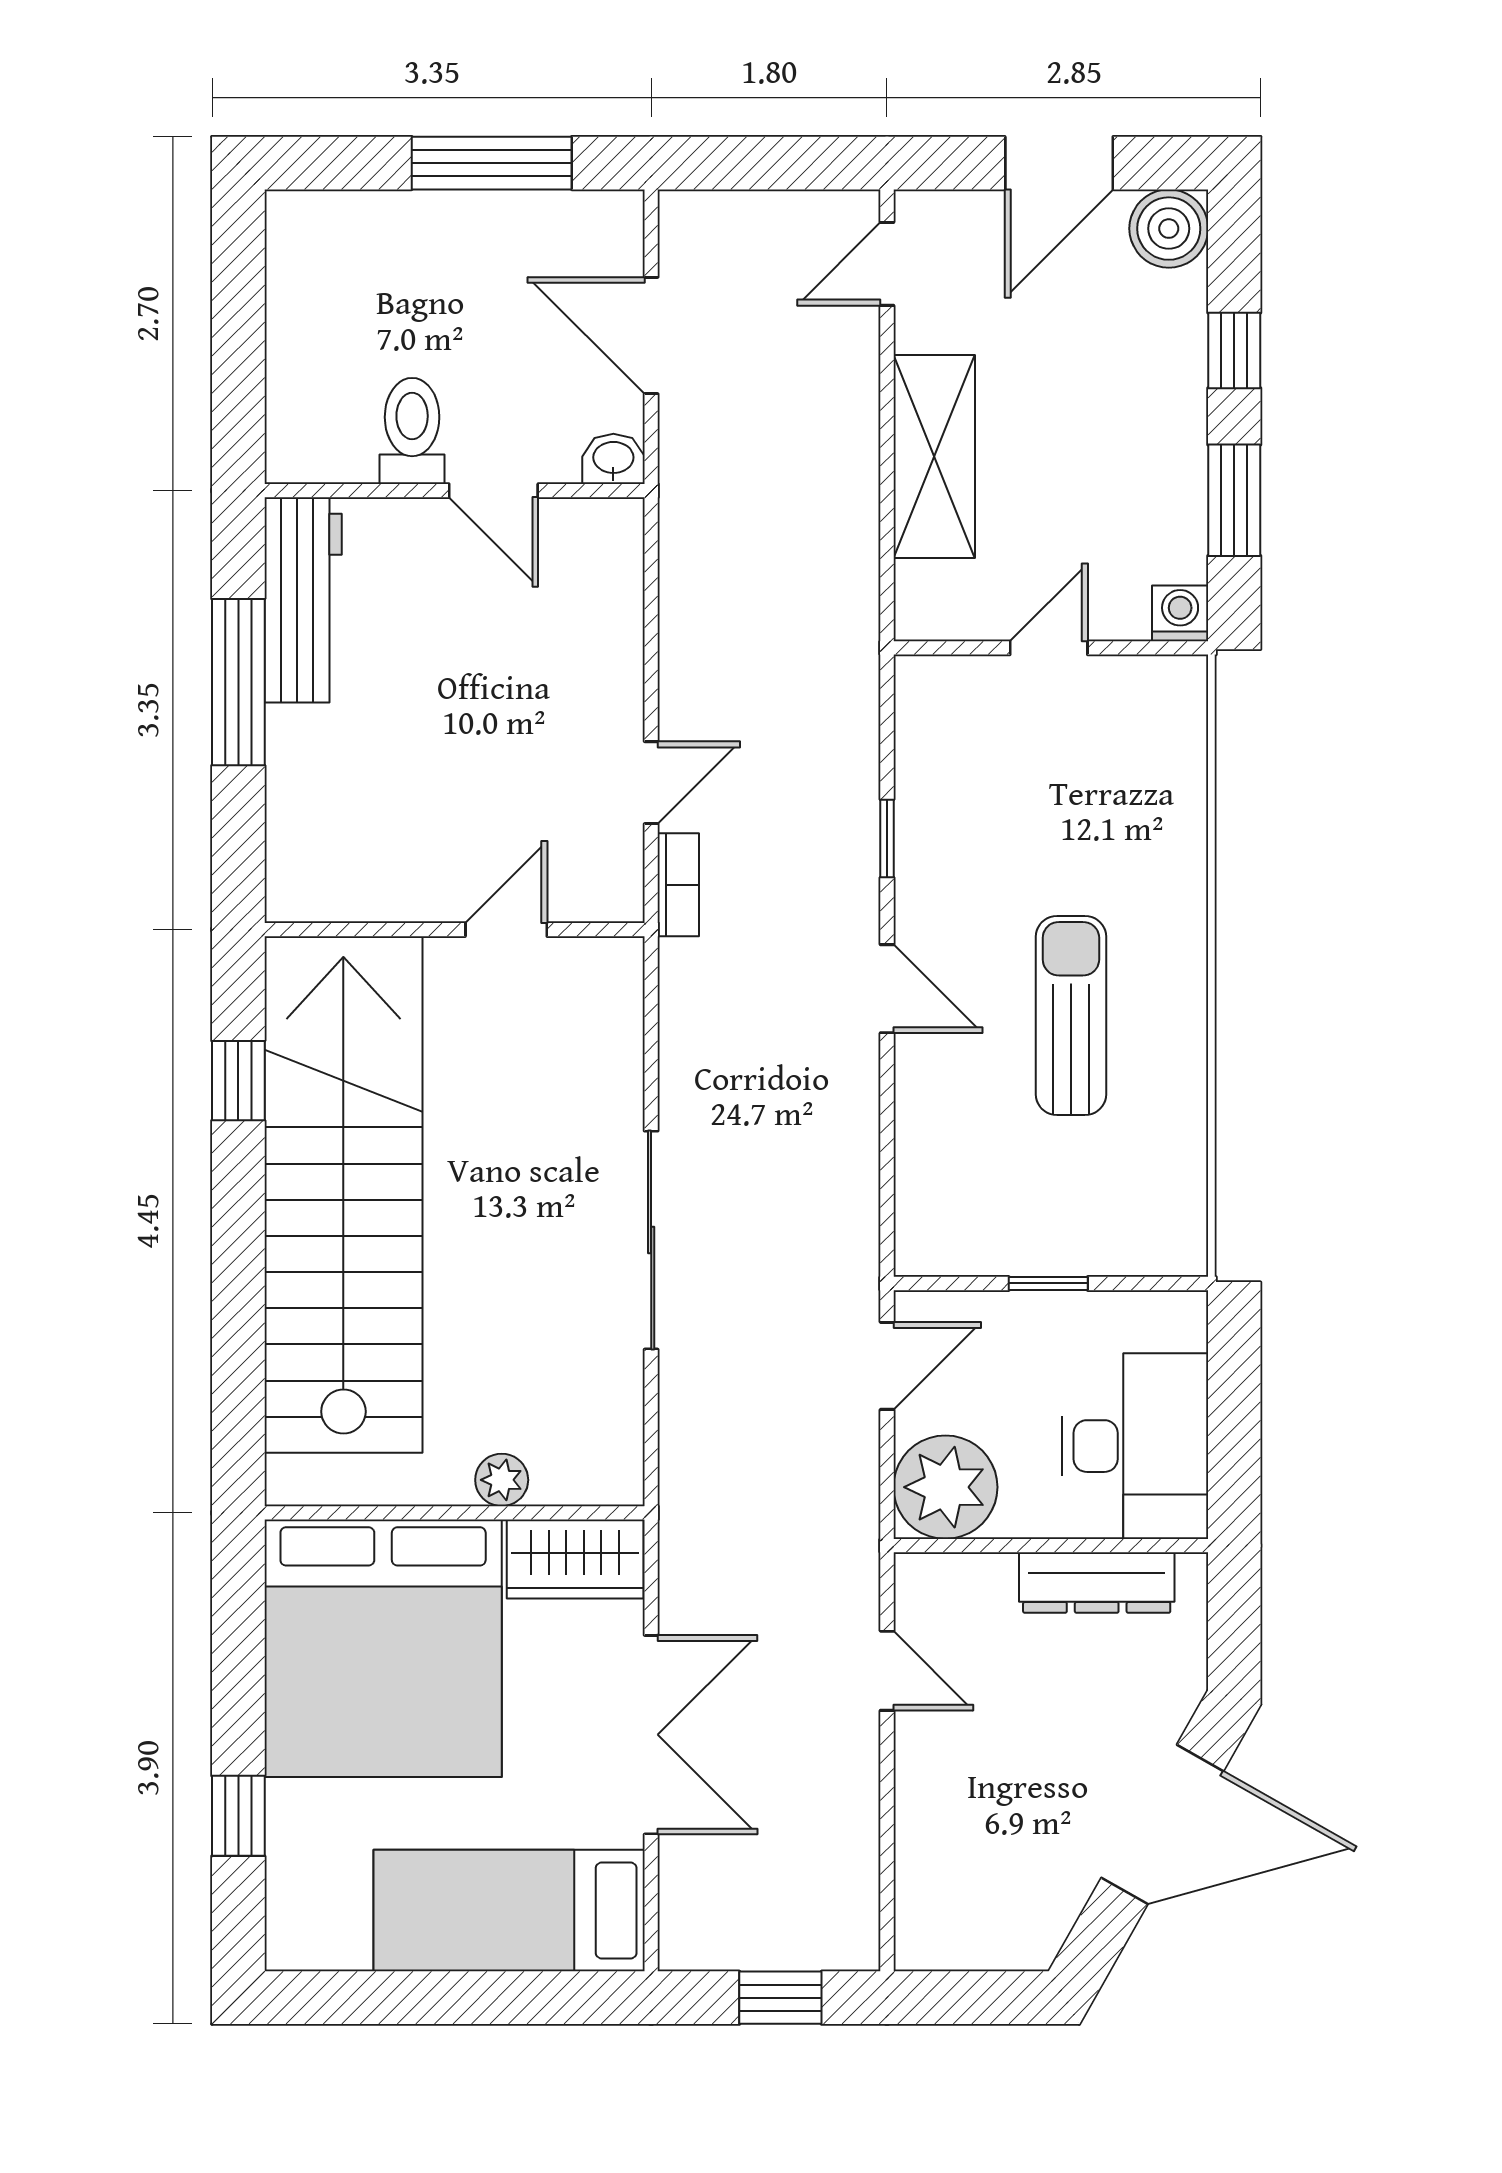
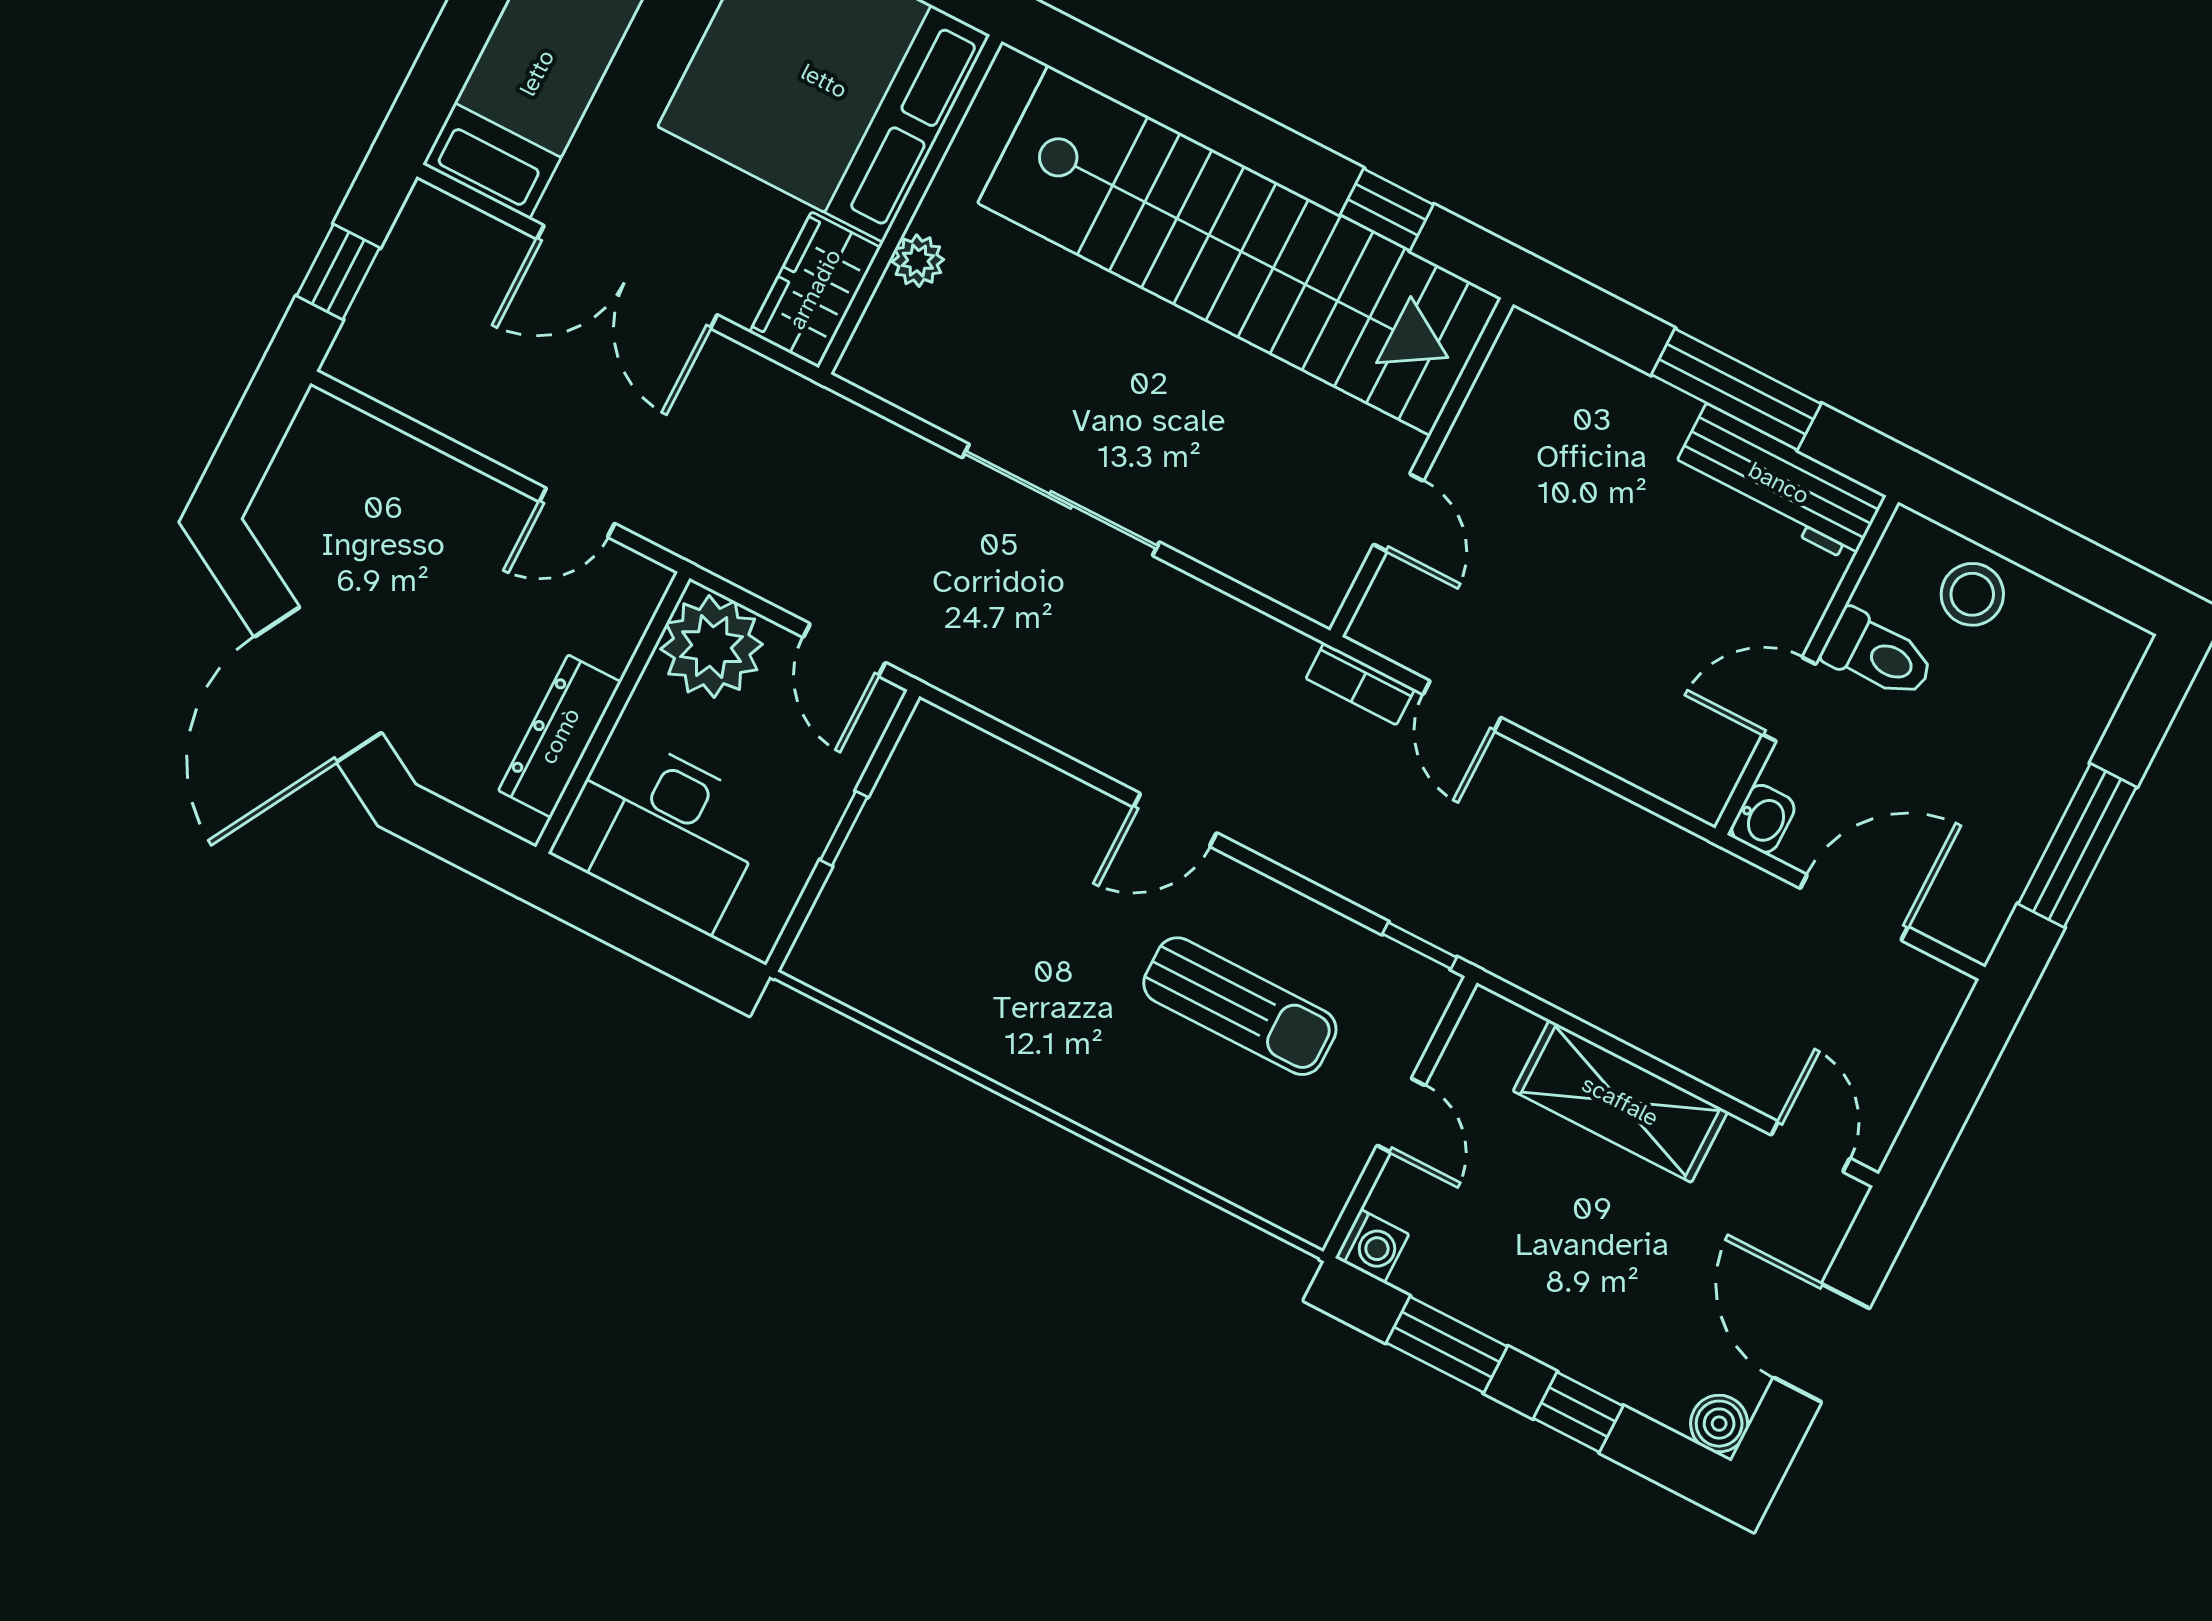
boiler: (1169, 229) -> (1719, 1424), width x0.73, depth x0.73
stool: (314, 374) -> (1972, 594), added
window: (887, 838) -> (1420, 946), moved
sun lounger: (1071, 1015) -> (1240, 1006), moved

